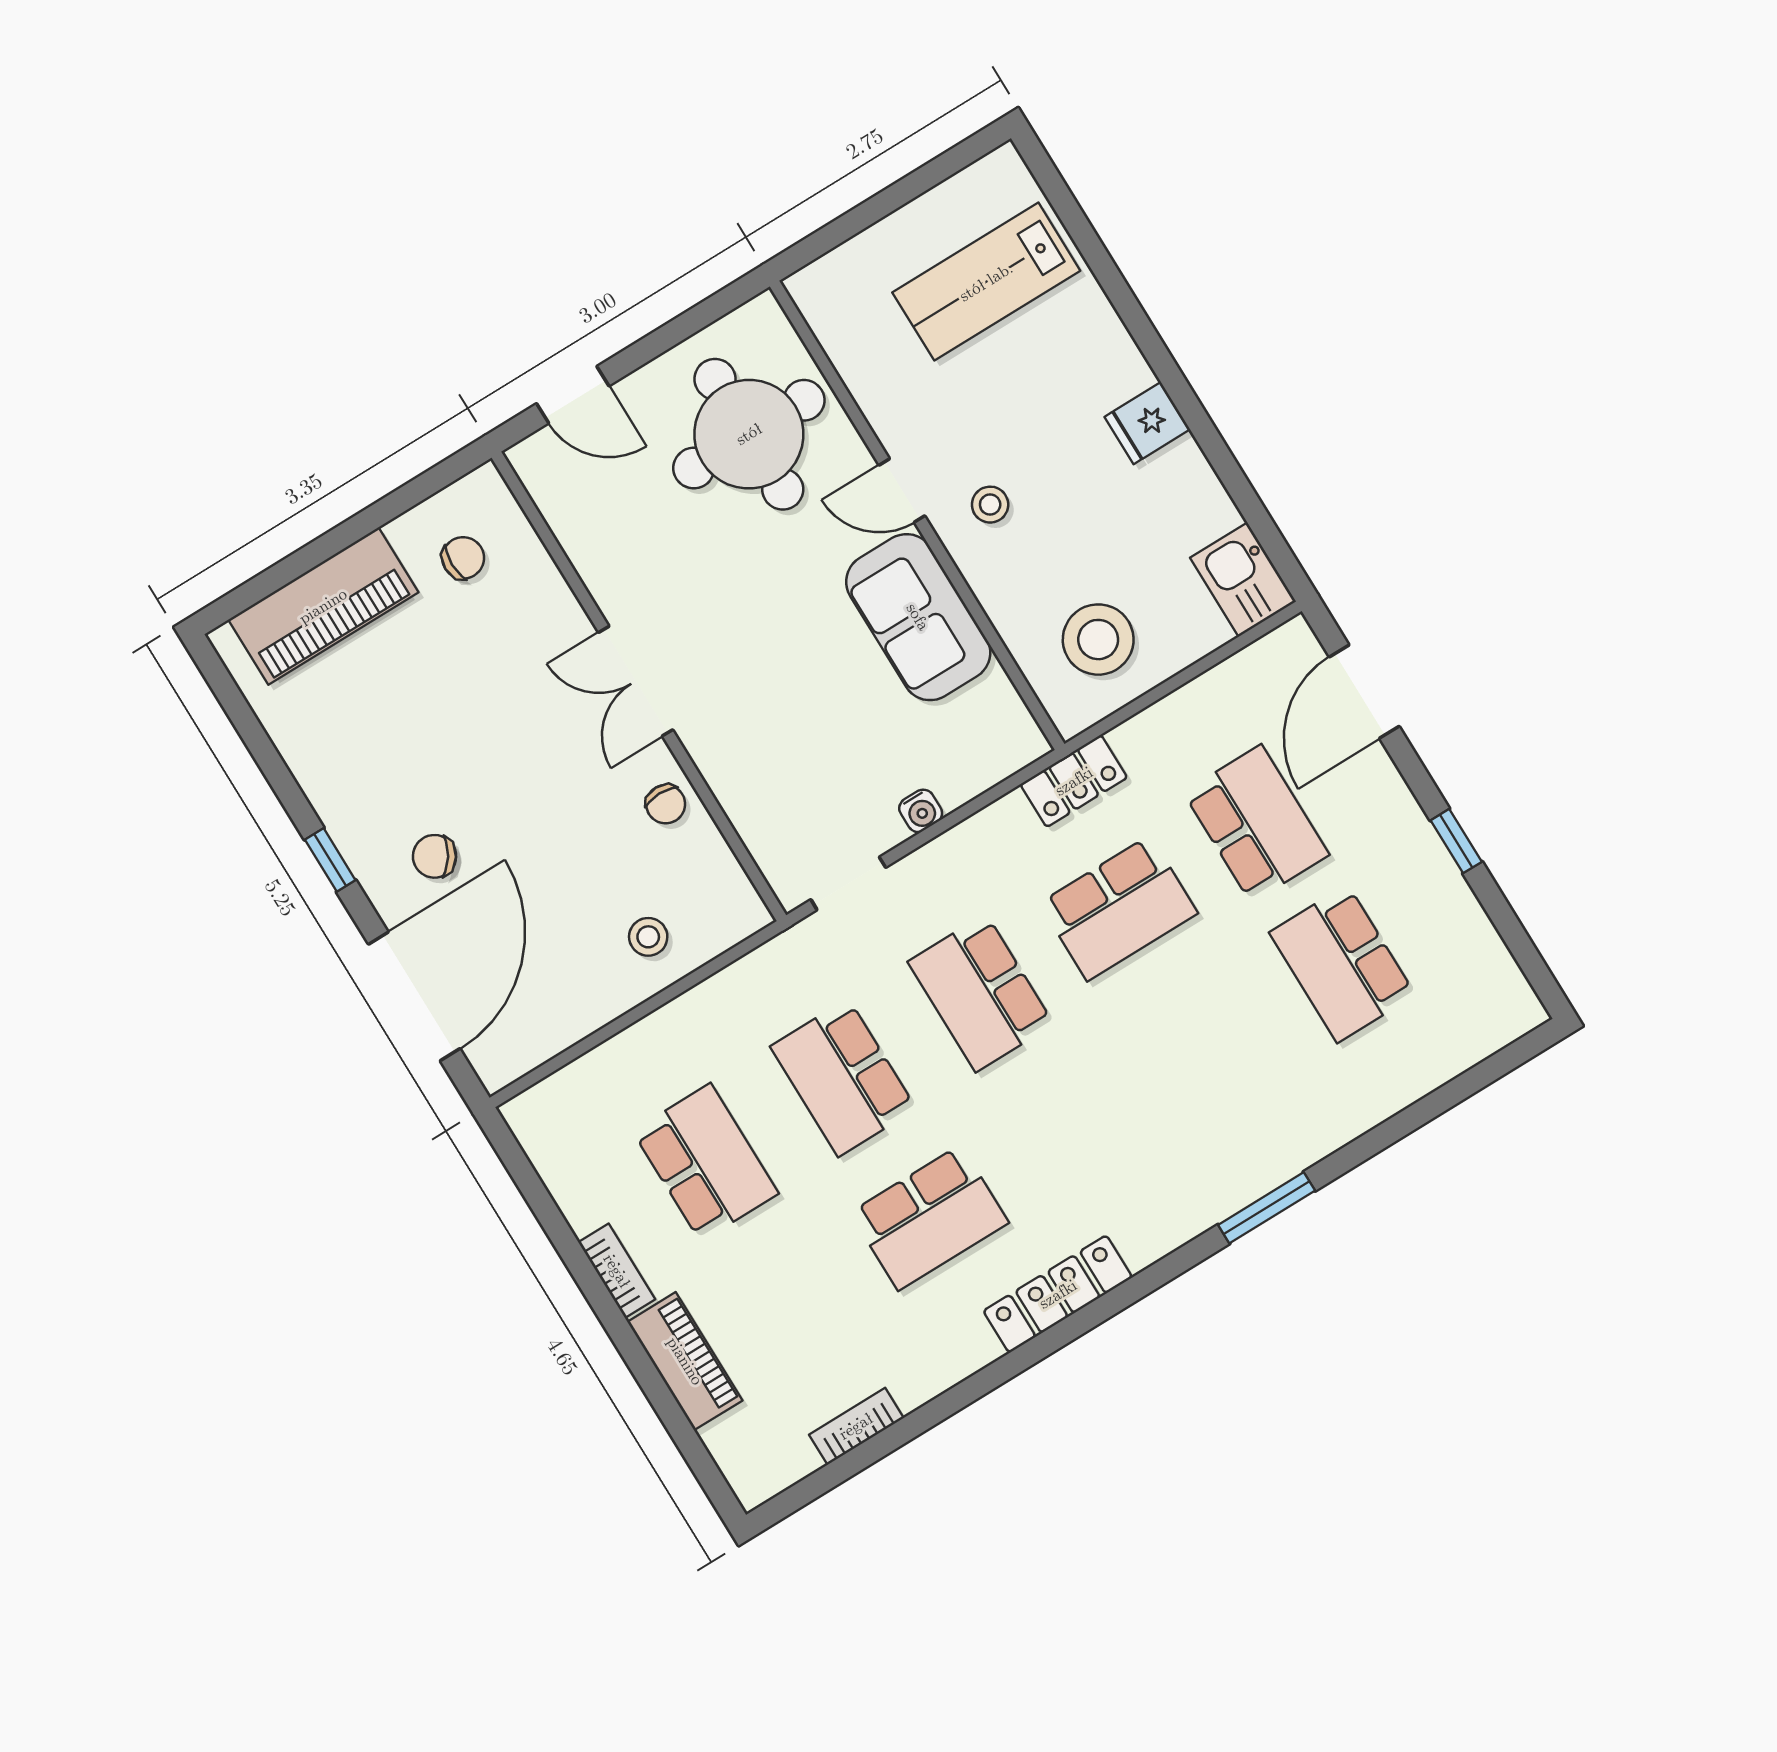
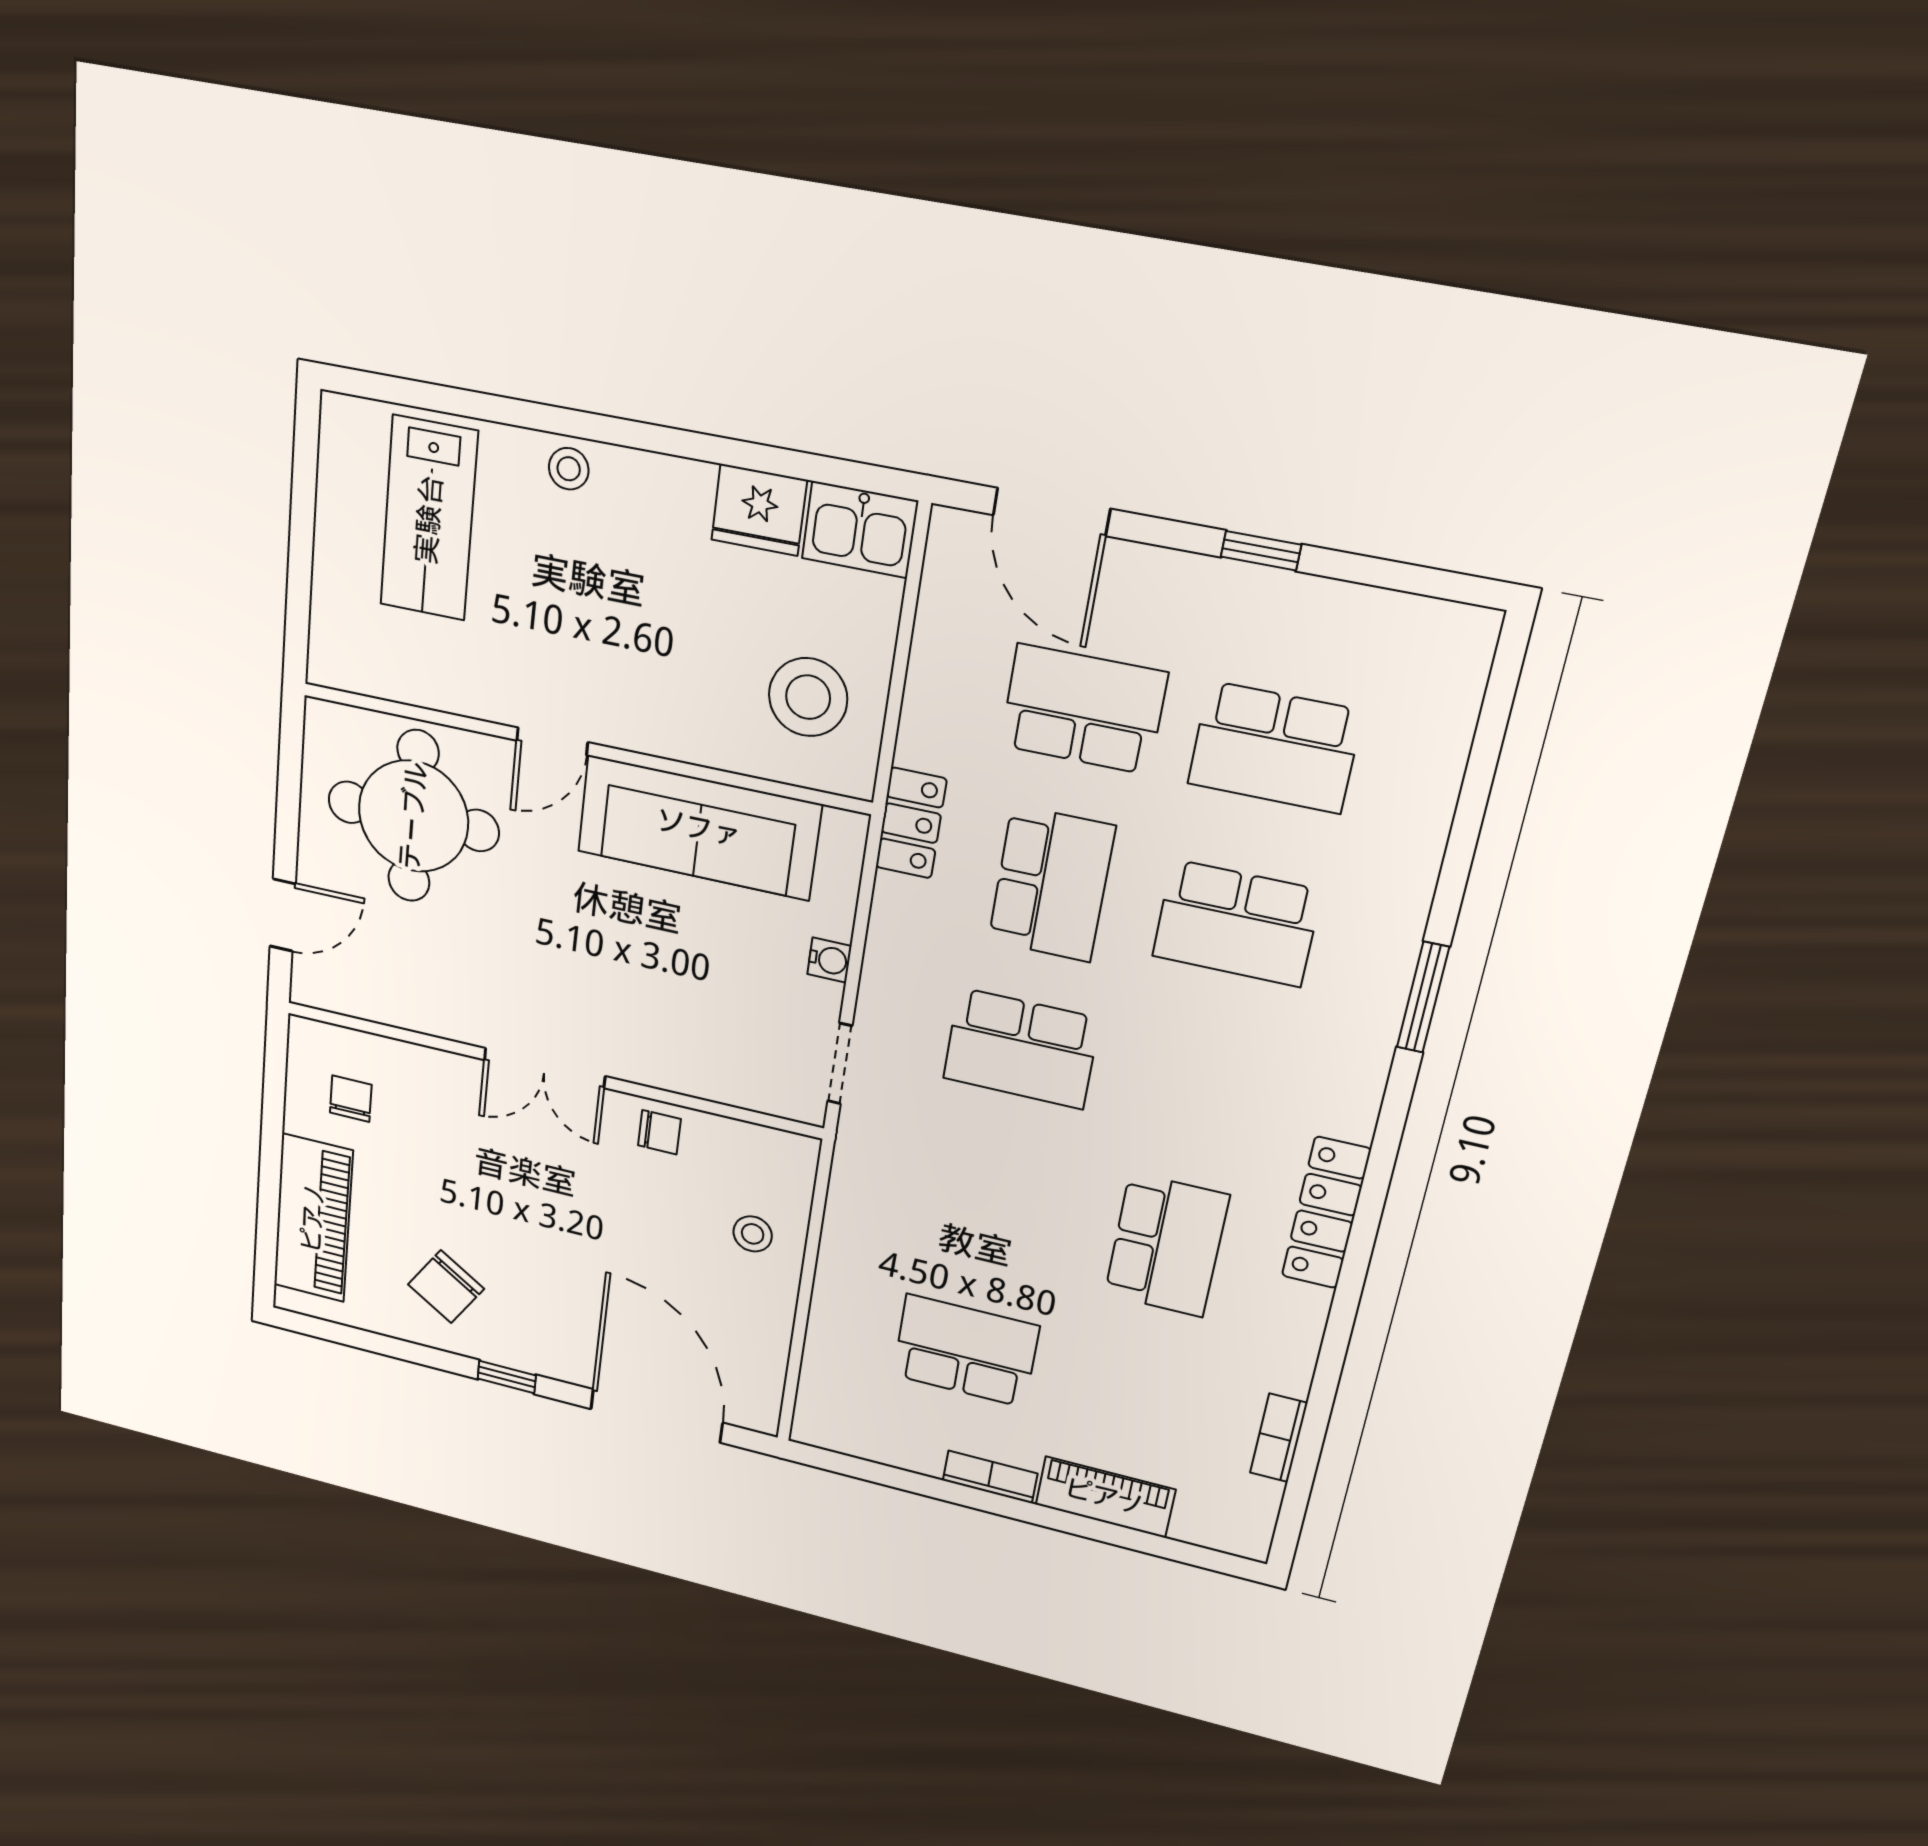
fridge: (1147, 423) -> (759, 510), moved, width x1.38
stool: (990, 505) -> (569, 469), moved
sofa: (918, 617) -> (699, 828), width x1.36
chair: (435, 856) -> (446, 1287), moved, width x1.37, depth x1.37
school desk: (843, 1078) -> (1237, 923), moved

